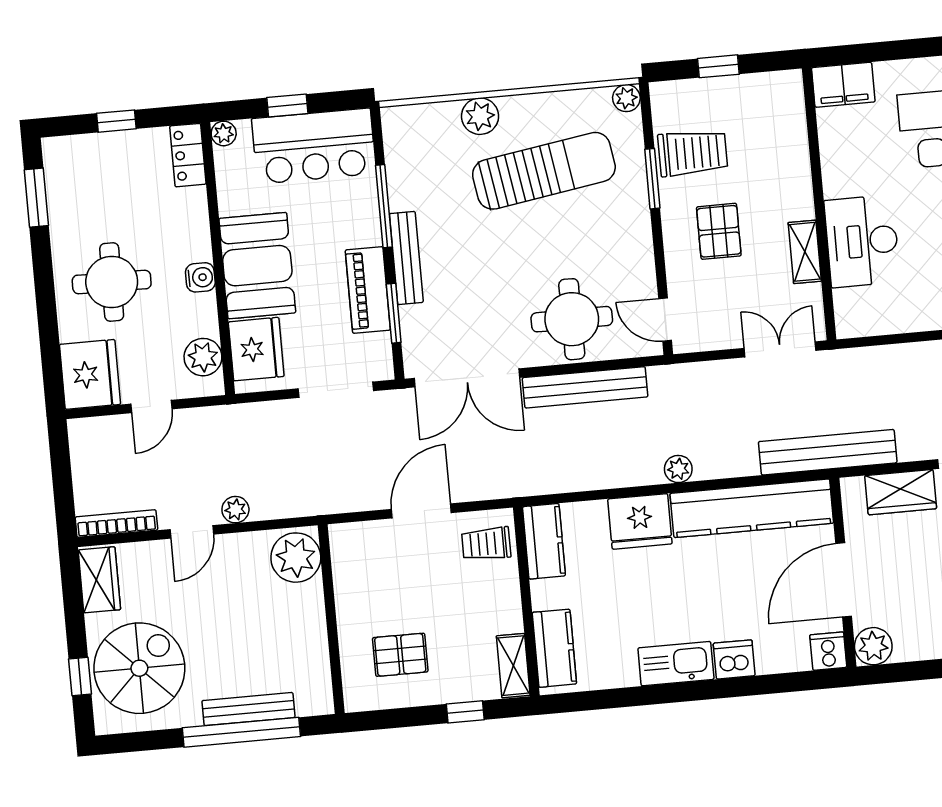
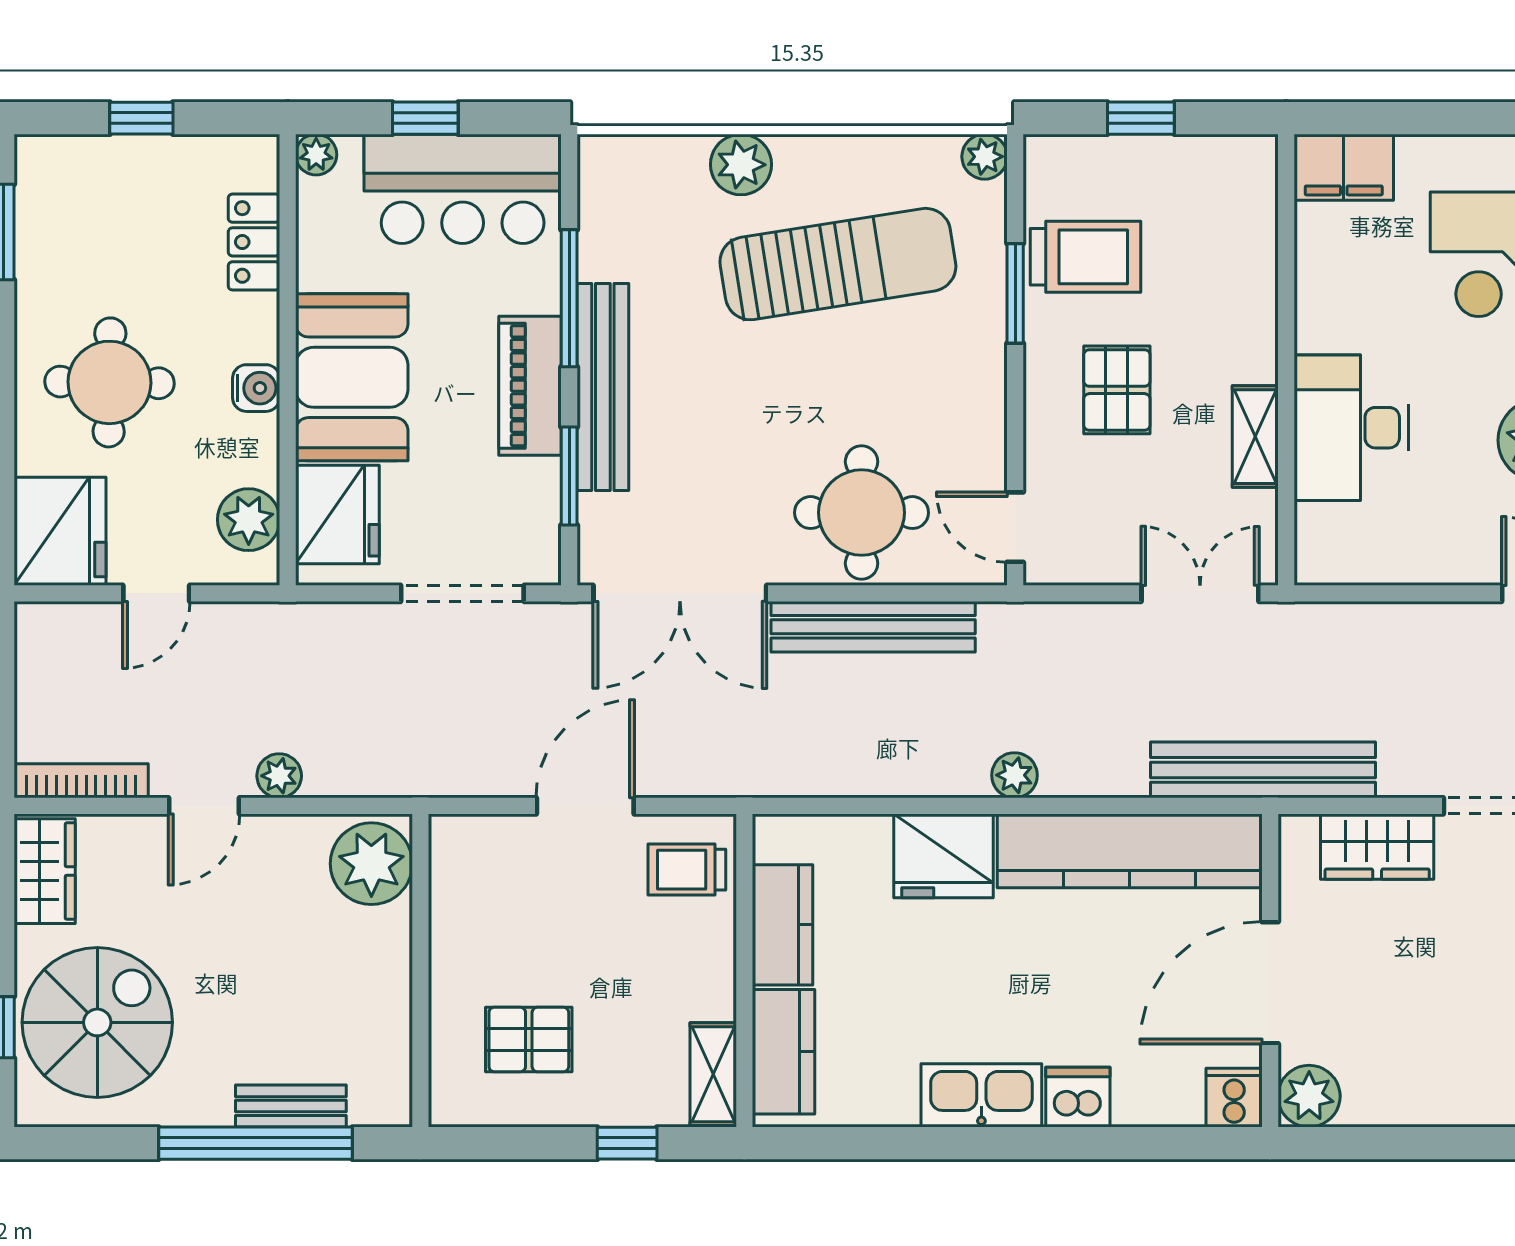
locker: (188, 155) -> (254, 242), moved
bench: (406, 258) -> (603, 387), width x1.37, depth x1.21
piano: (368, 290) -> (530, 386), moved
kitchen counter: (544, 541) -> (782, 925), moved
bench: (248, 709) -> (291, 1106), width x0.73

